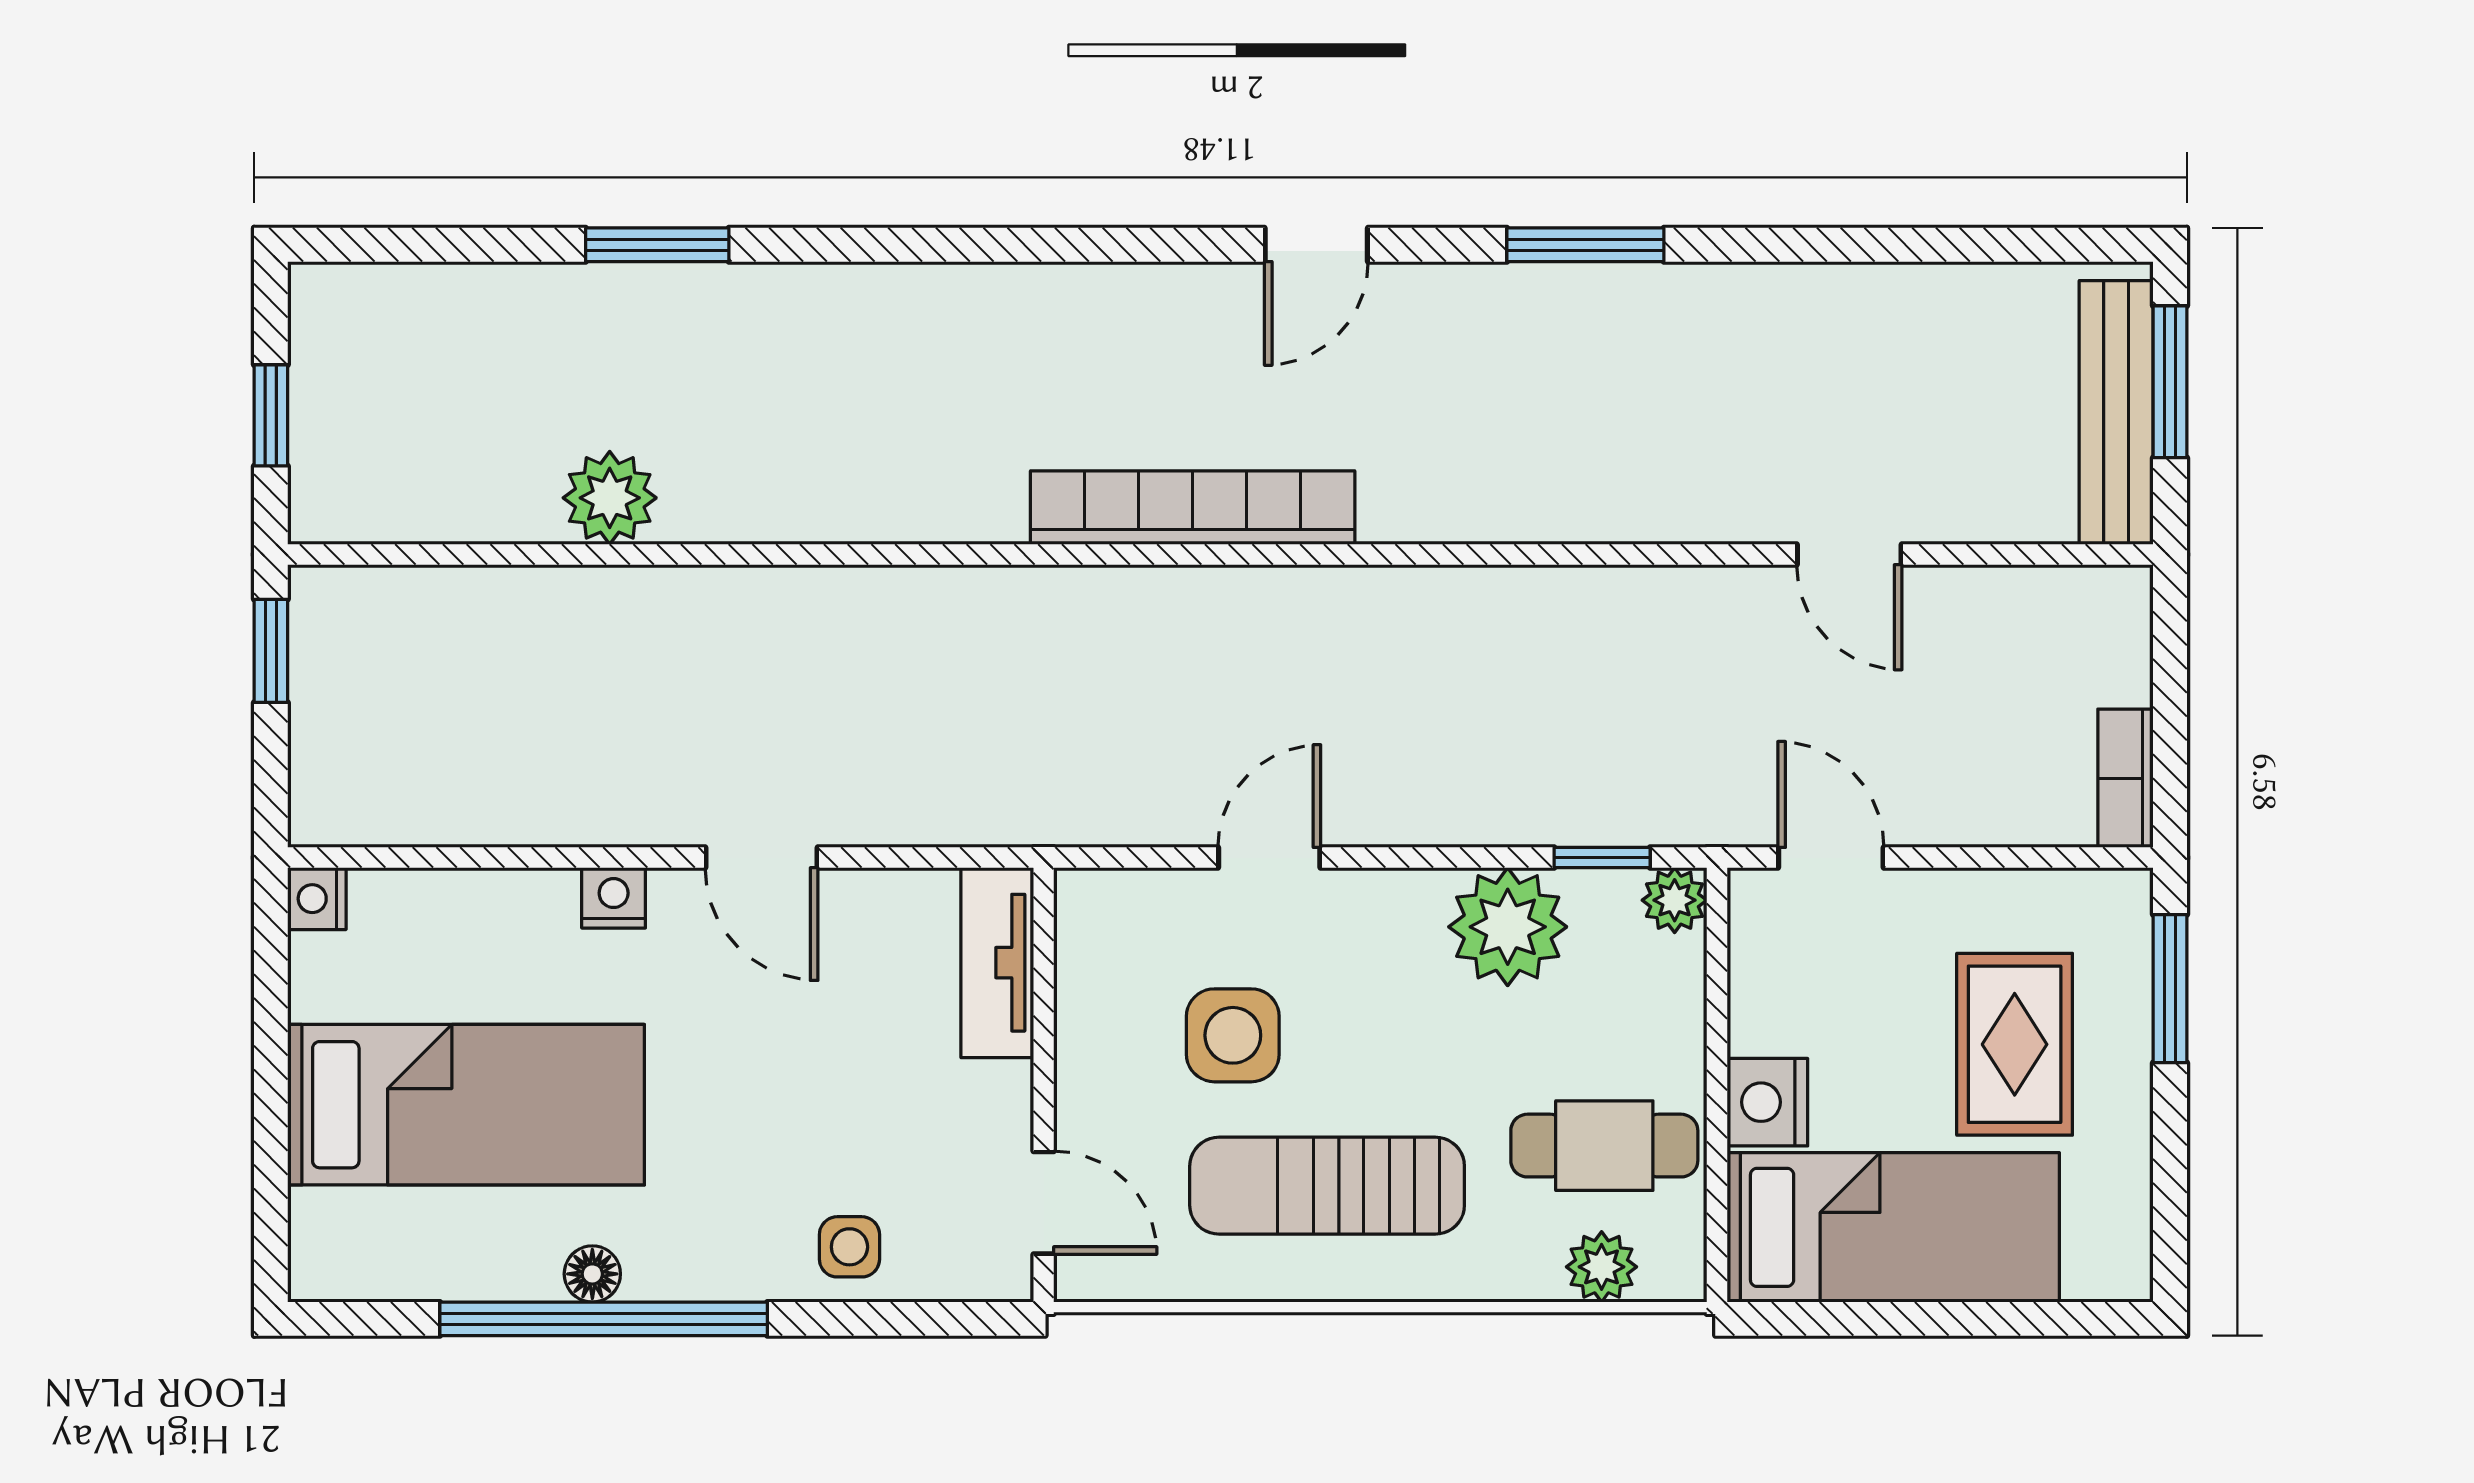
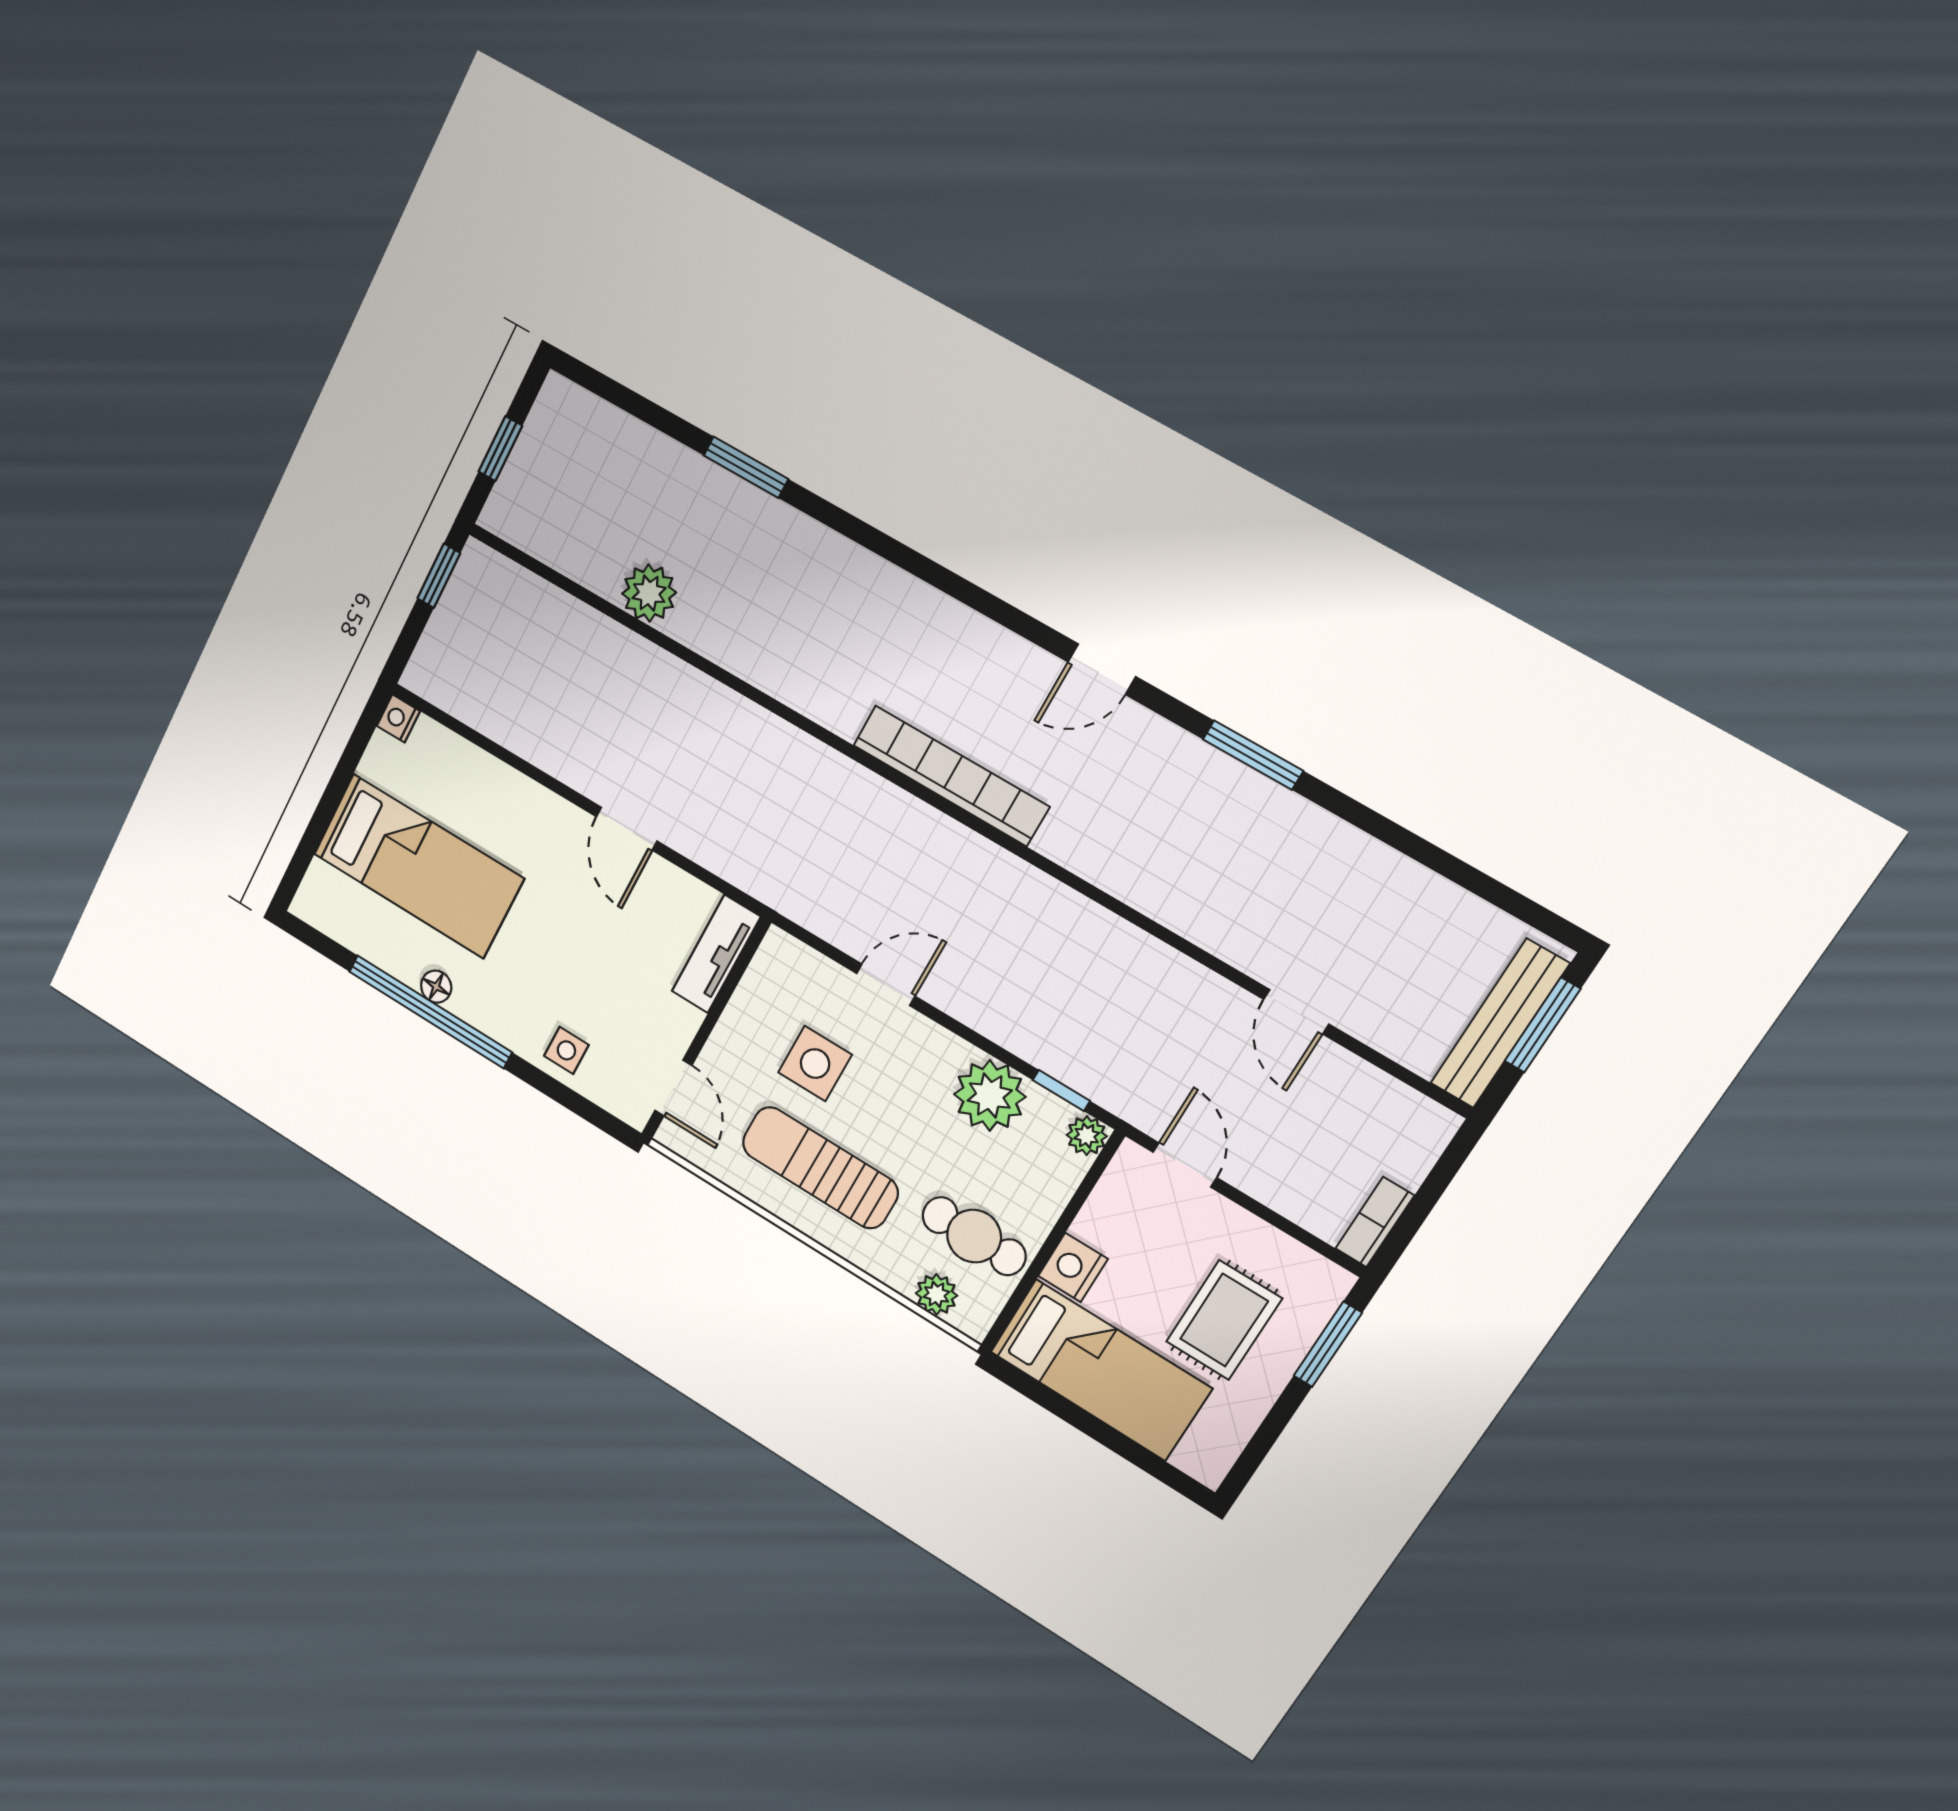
nightstand: (614, 898) -> (543, 805), removed

